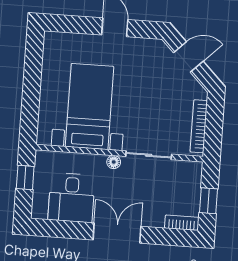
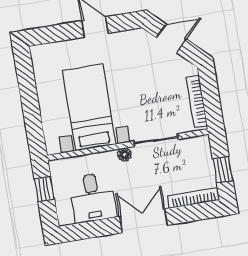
bookcase: (182, 223) -> (194, 198), width x1.56

